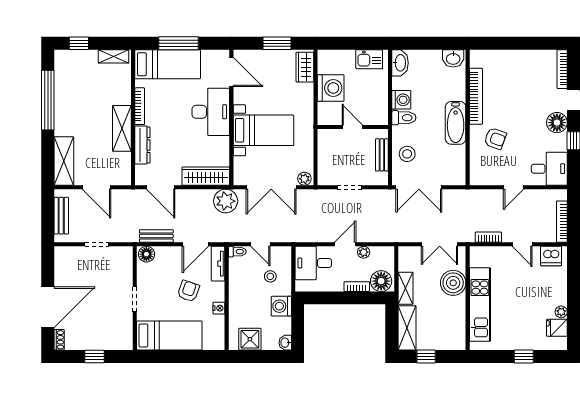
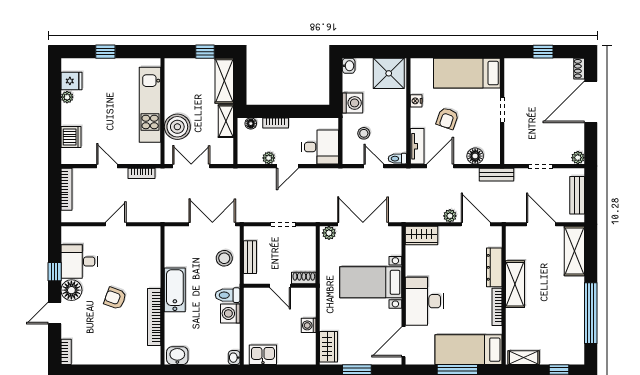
washbasin: (400, 63) -> (234, 358), width x0.52, depth x0.69
bookcase: (562, 69) -> (66, 352), width x0.64
door: (231, 72) -> (403, 342), hinge flipped
washing machine: (331, 88) -> (309, 325), width x0.53, depth x0.53
shoe rack: (329, 135) -> (304, 278), added
armchair: (495, 139) -> (115, 298), moved
desk: (549, 169) -> (79, 262), moved
wardrobe: (206, 176) -> (422, 236), width x0.67
plant: (226, 201) -> (450, 216), moved, width x0.53, depth x0.53
bench: (156, 236) -> (496, 175), moved
plant: (60, 253) -> (578, 158), added
floor lamp: (146, 254) -> (475, 156), moved
dishwasher: (551, 256) -> (71, 137), moved, turned 90
floor lamp: (381, 281) -> (251, 124), width x0.53, depth x0.53
shower: (250, 339) -> (389, 73), width x1.36, depth x1.36

